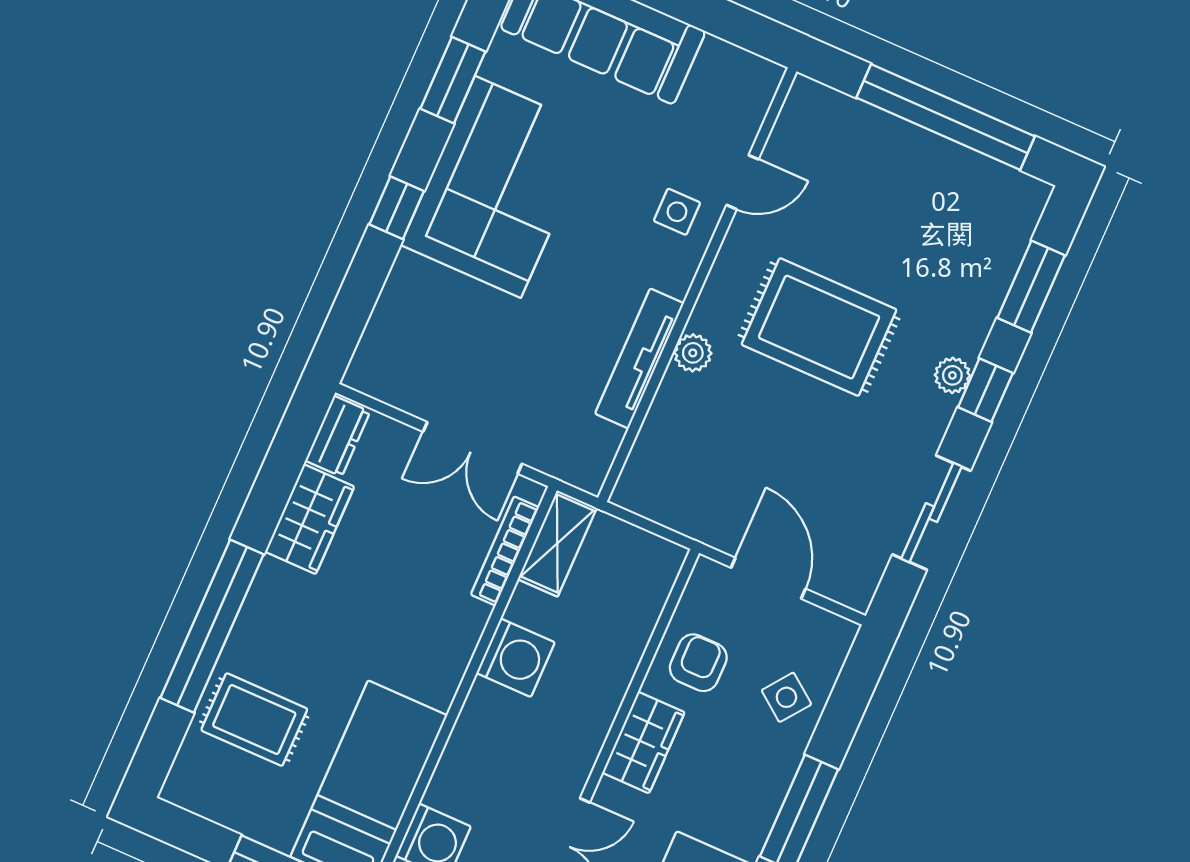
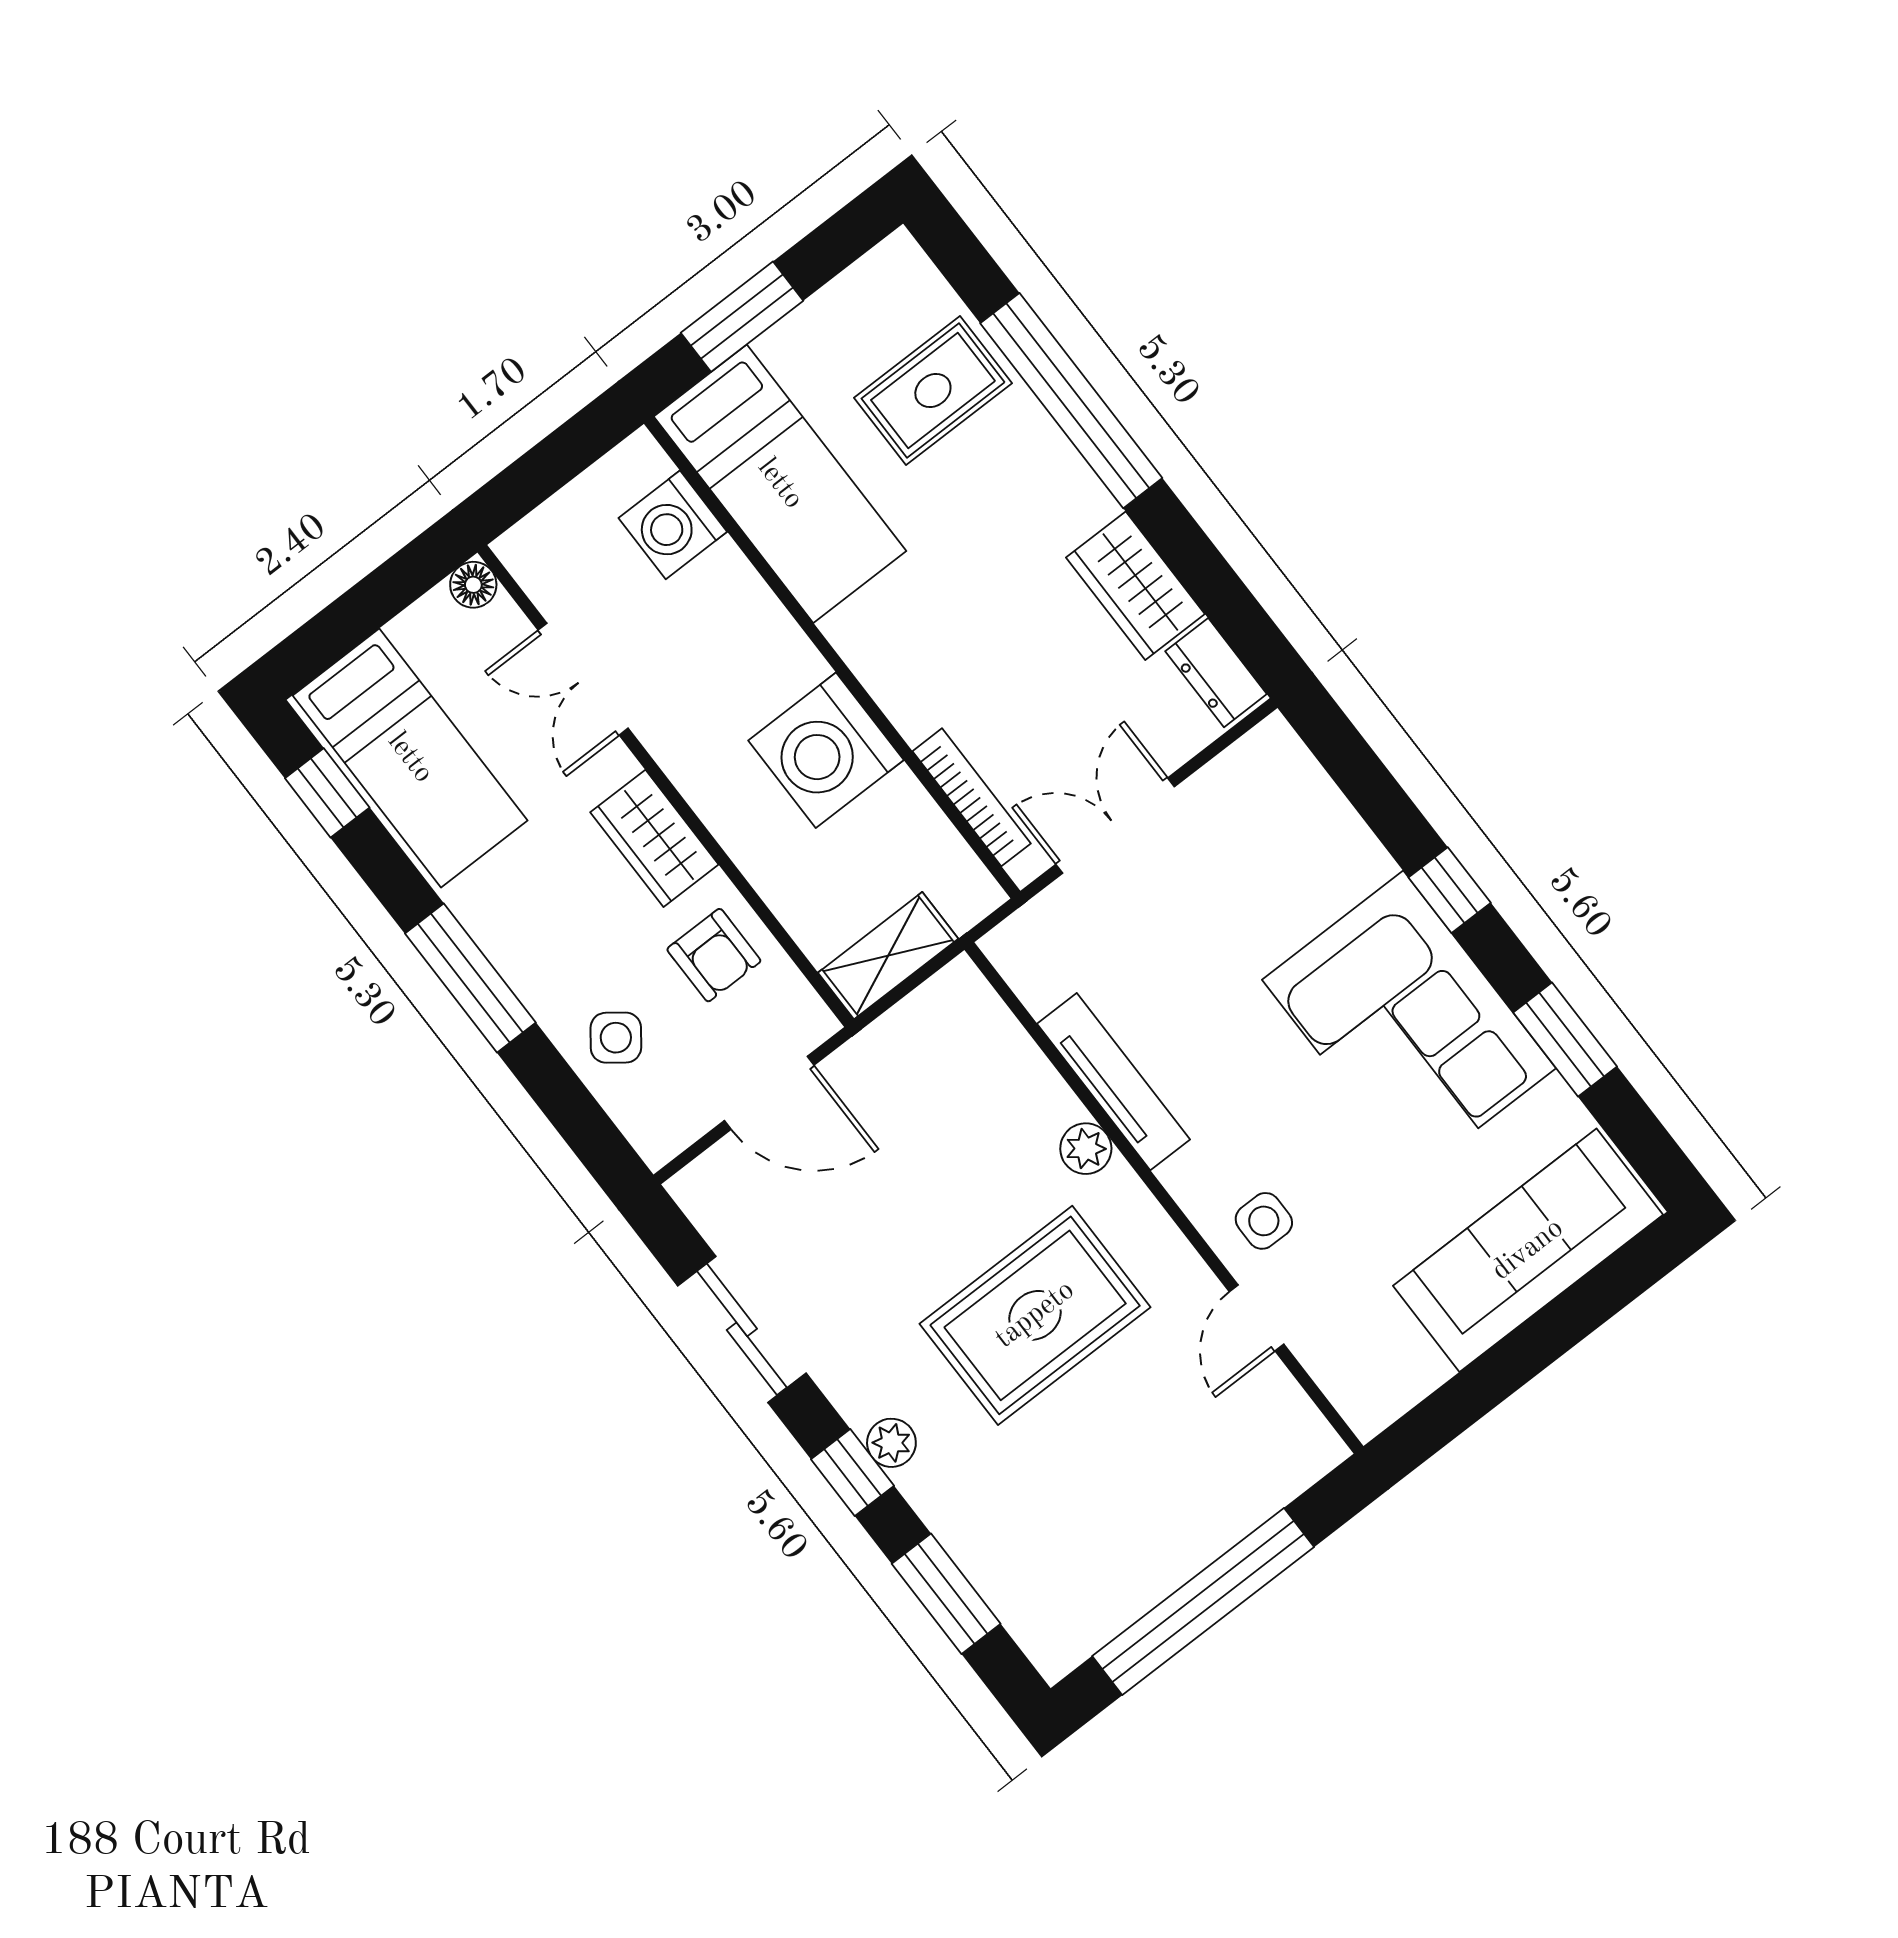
shelving: (557, 543) -> (888, 956), moved, turned 90
washing machine: (516, 658) -> (826, 750), width x1.37, depth x1.37

